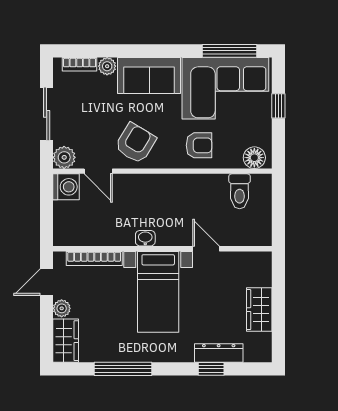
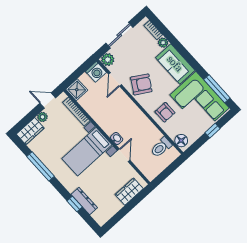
shower: (67, 232) -> (77, 90), added
washbasin: (145, 238) -> (117, 138), moved
wardrobe: (259, 310) -> (129, 192), moved

